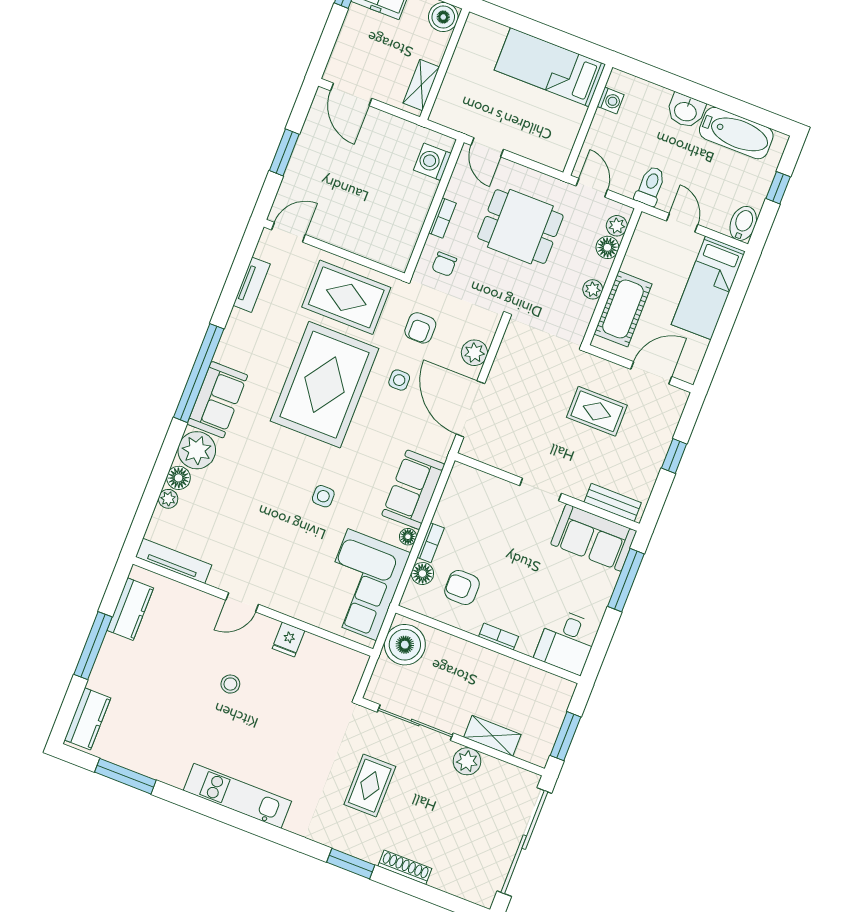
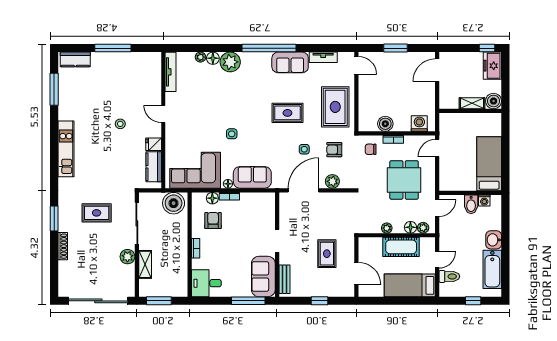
shelving: (421, 85) -> (472, 103), moved
toilet: (650, 186) -> (449, 276), moved
boiler: (410, 221) -> (385, 124), added
bidet: (743, 223) -> (471, 204), moved, turned 90
cot: (623, 309) -> (401, 247), moved
rug: (324, 385) -> (287, 113), width x0.54, depth x0.49
sofa: (217, 400) -> (290, 62), moved
kitchen counter: (130, 609) -> (154, 167), moved, turned 90

